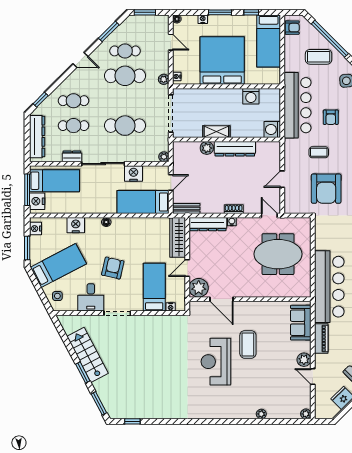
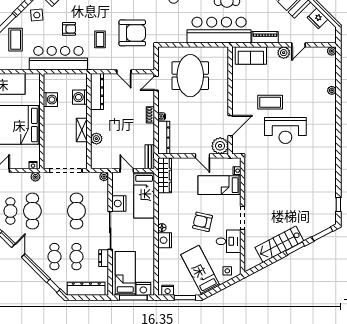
washing machine: (272, 130) -> (80, 97), moved, turned 90
dresser: (235, 149) -> (97, 92), moved
nightstand: (76, 225) -> (165, 240), moved
wardrobe: (178, 237) -> (165, 175), moved, turned -90

